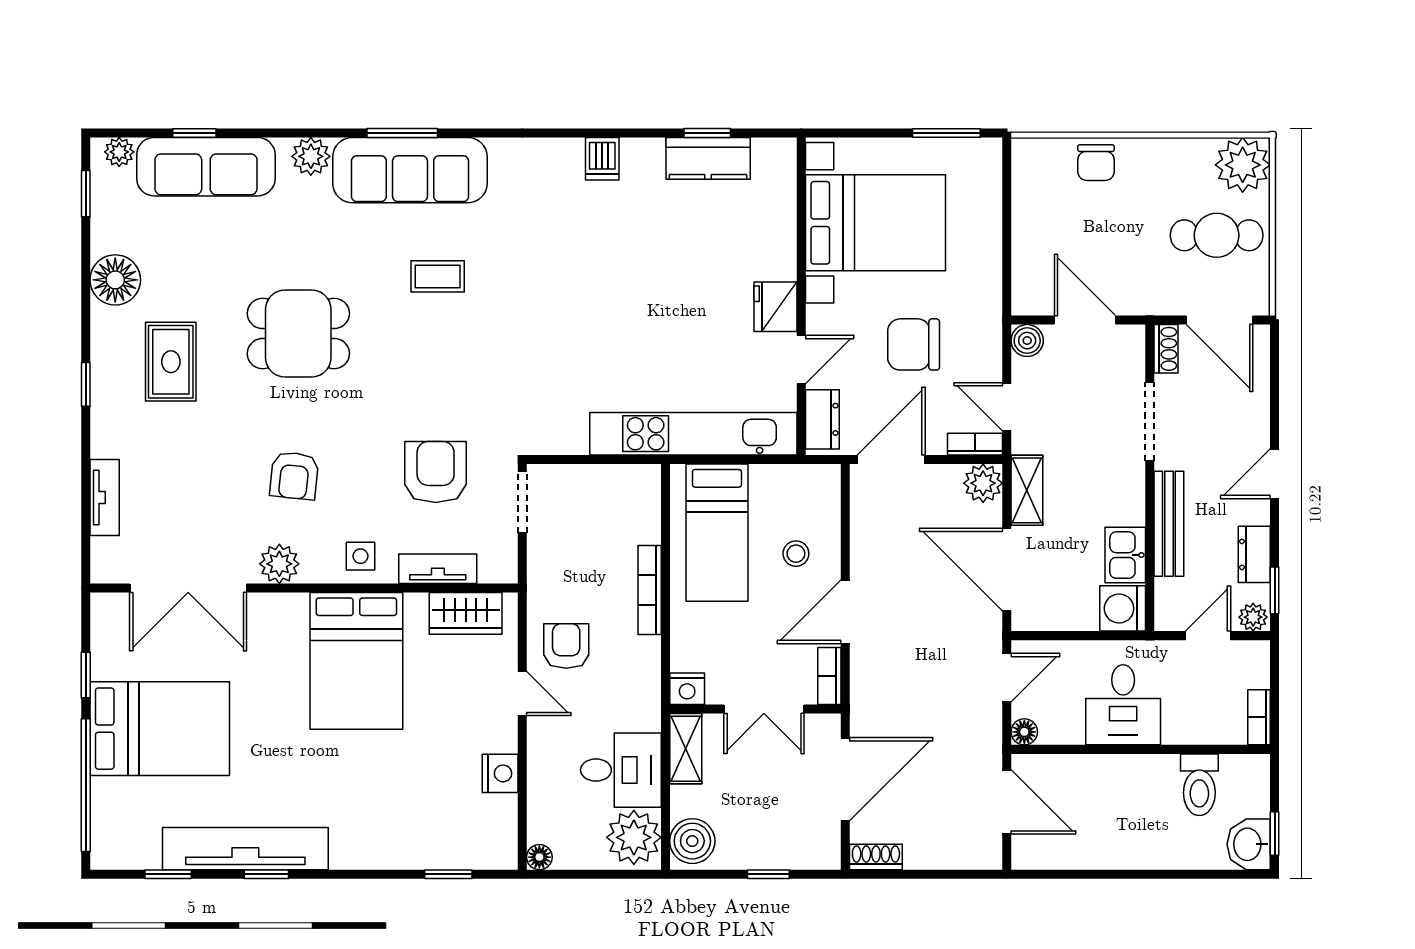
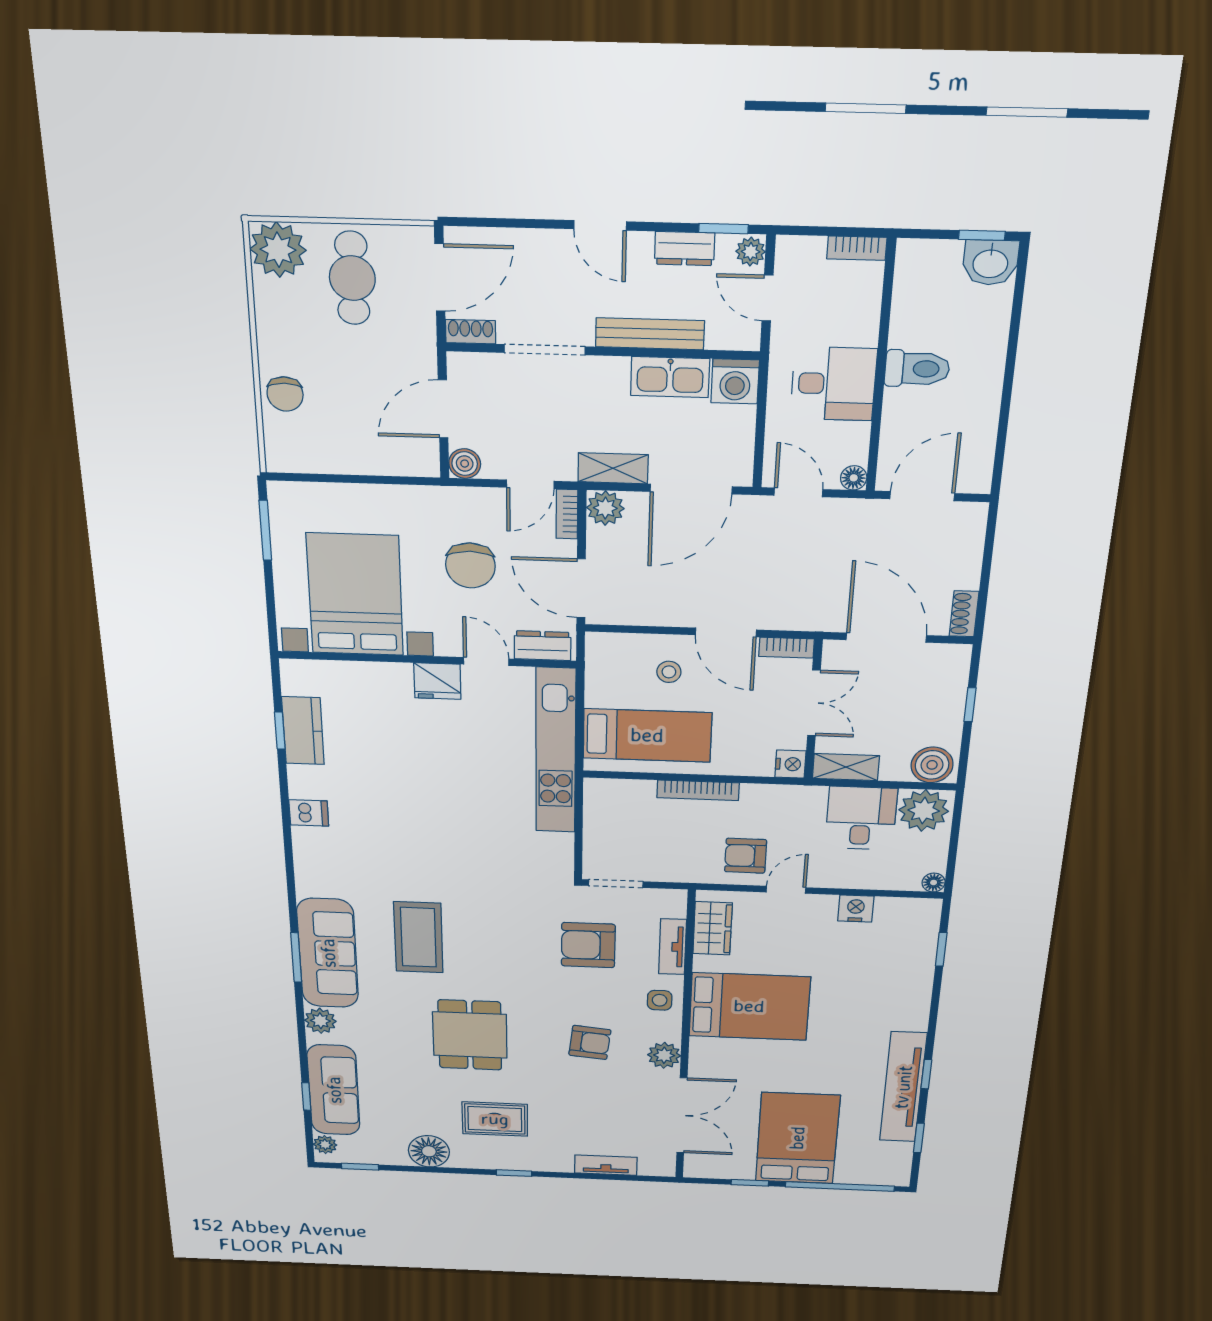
chair: (1096, 163) -> (285, 394), turned 90
coffee table: (438, 276) -> (418, 937), width x1.86, depth x1.72
kitchen sink: (1125, 555) -> (670, 377), width x1.38
toilet: (1199, 785) -> (917, 369), moved

